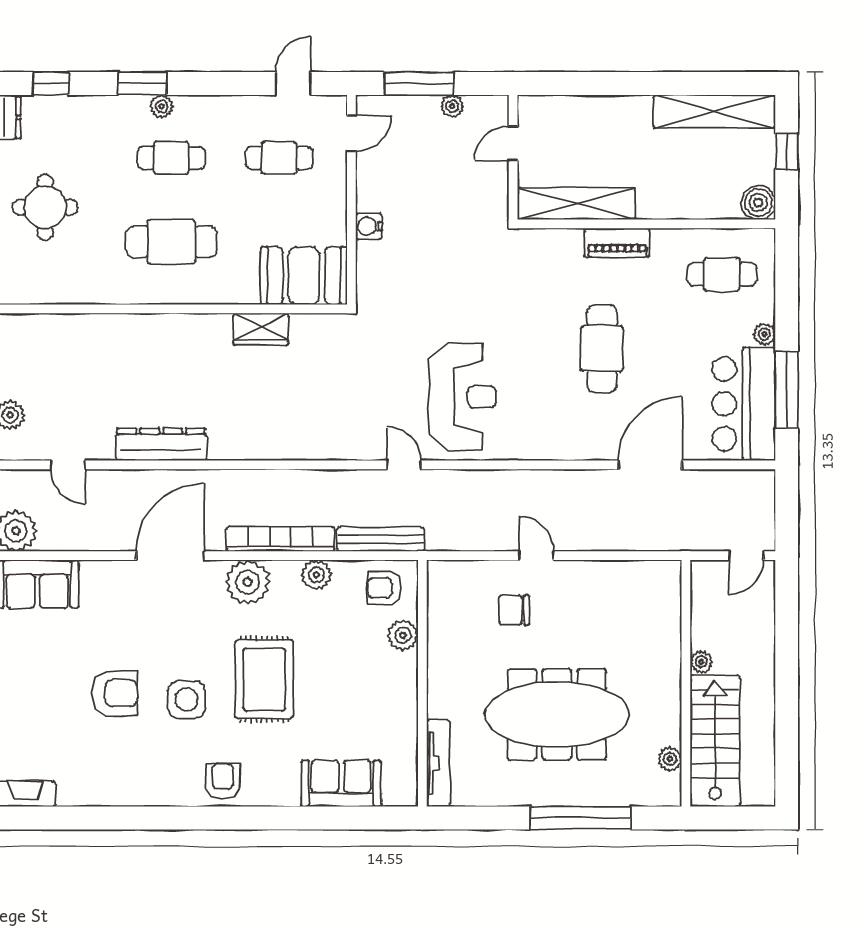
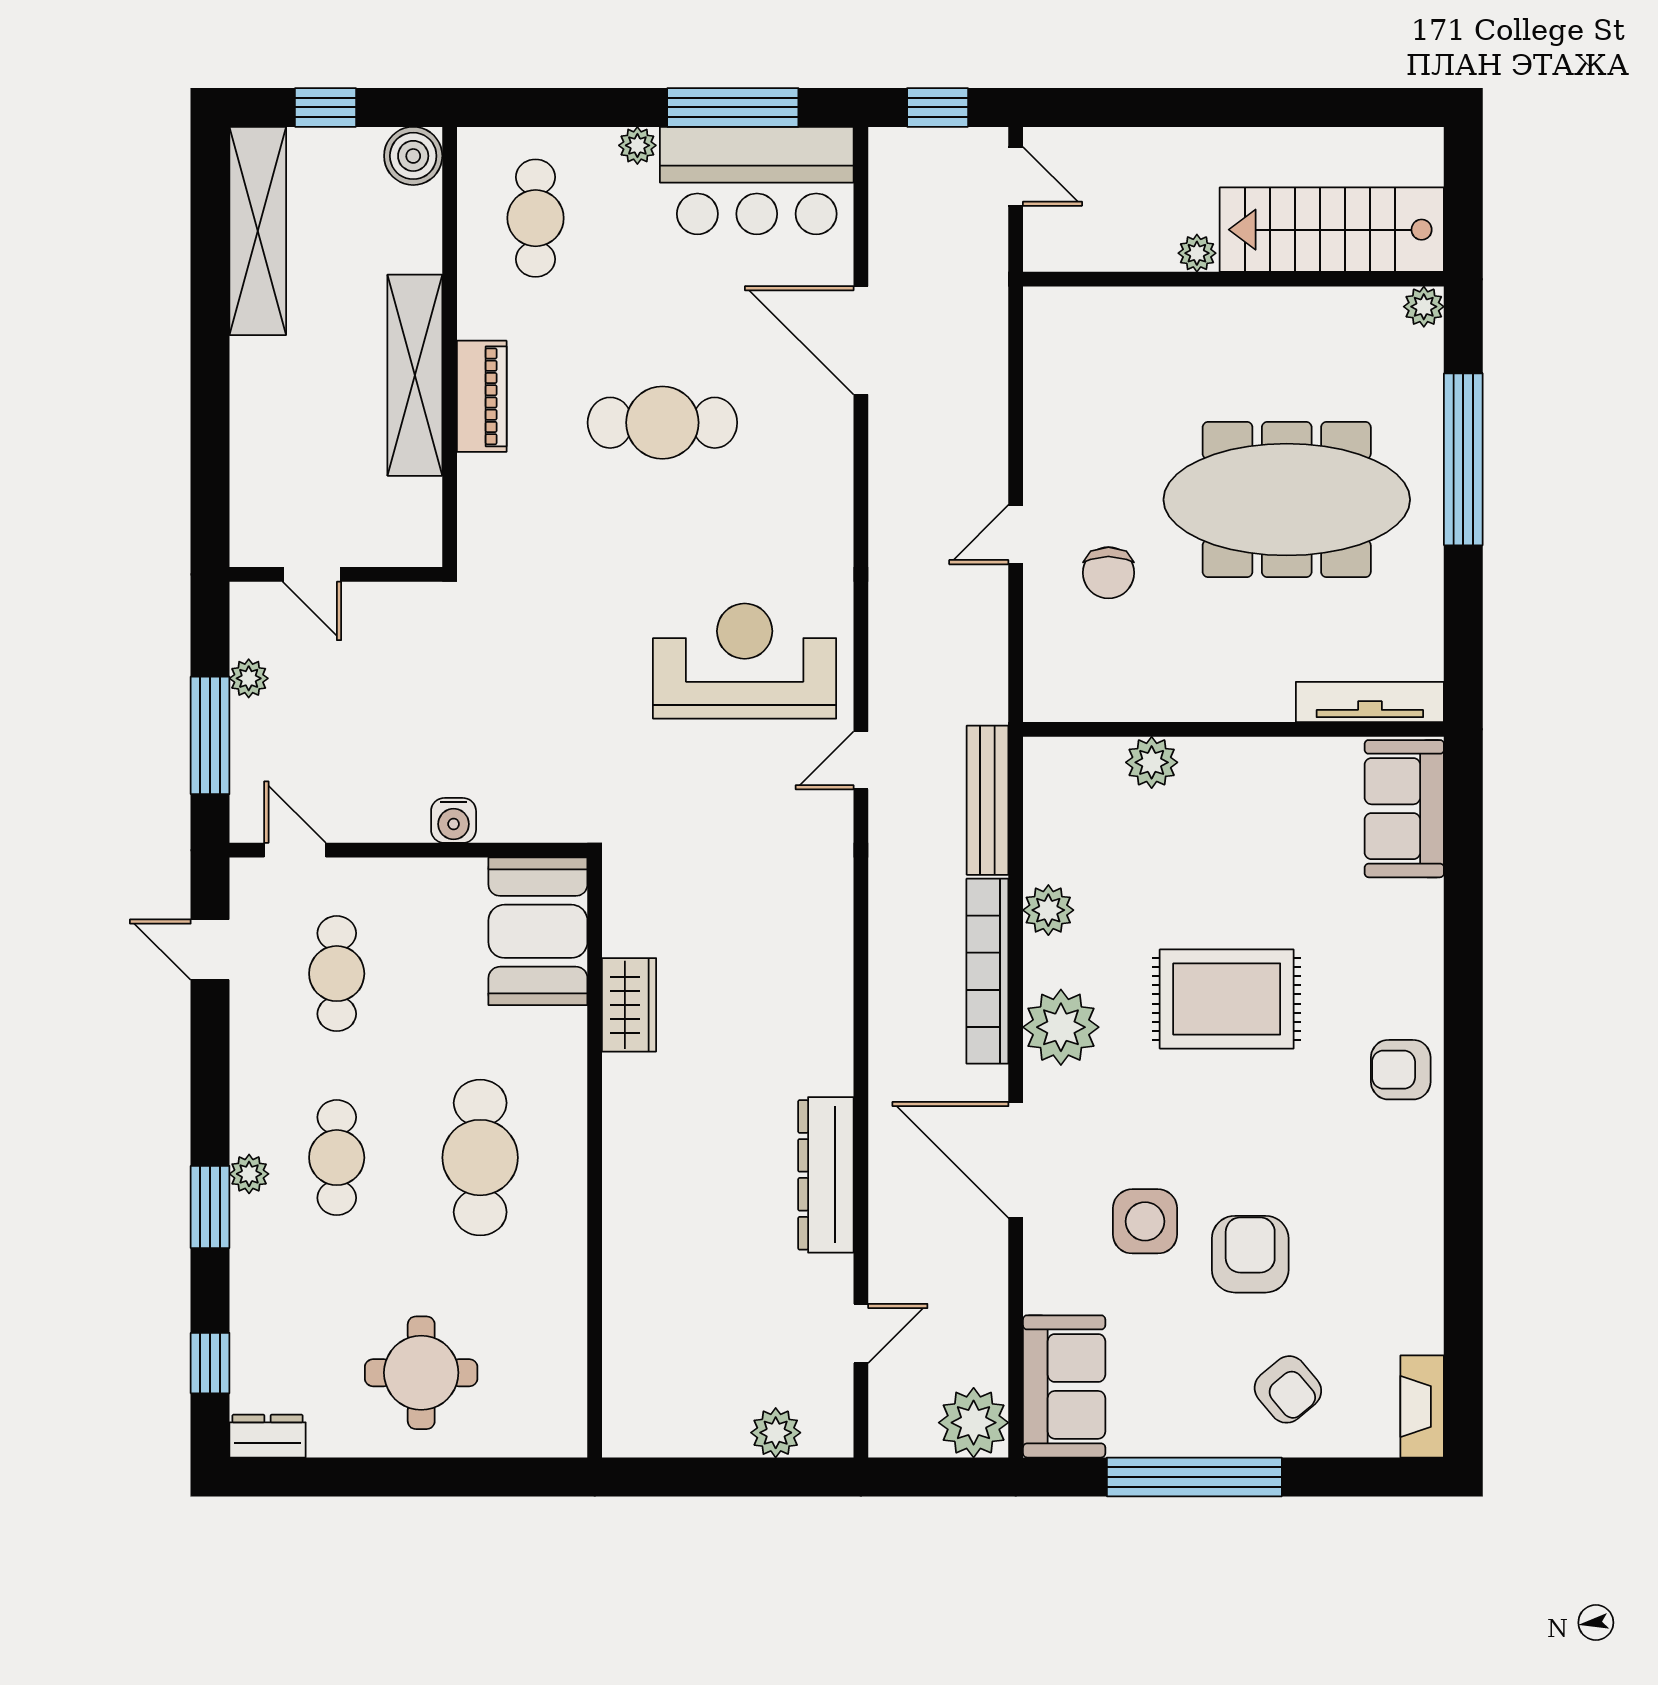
shelving: (576, 204) -> (415, 375), moved
window: (787, 510) -> (938, 107), added
armchair: (385, 588) -> (1288, 1389), moved, turned -40
side table: (187, 700) -> (1145, 1221), moved
meeting table: (557, 714) -> (1287, 500), turned 90
plant: (670, 759) -> (1424, 307), moved
sofa: (341, 783) -> (1404, 809), moved

